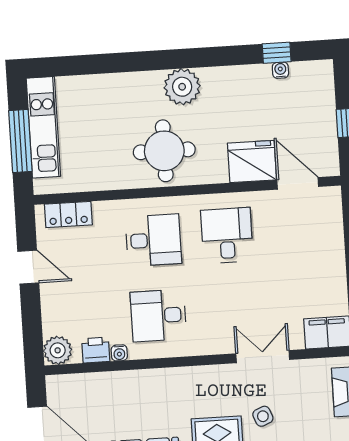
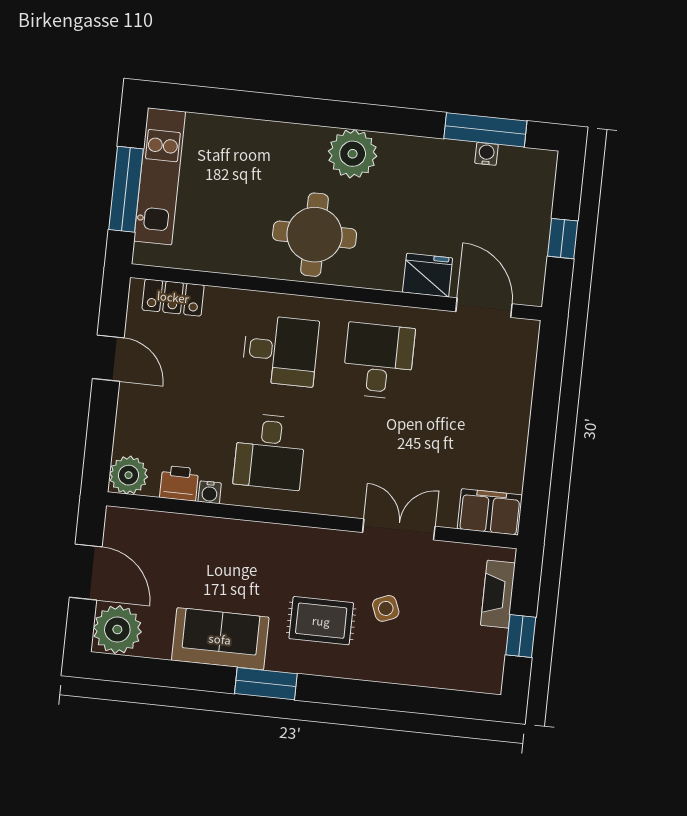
window: (277, 53) -> (485, 130), width x2.17
fridge: (252, 162) -> (428, 275), width x0.73, depth x0.75
desk: (158, 316) -> (270, 452), turned -90

